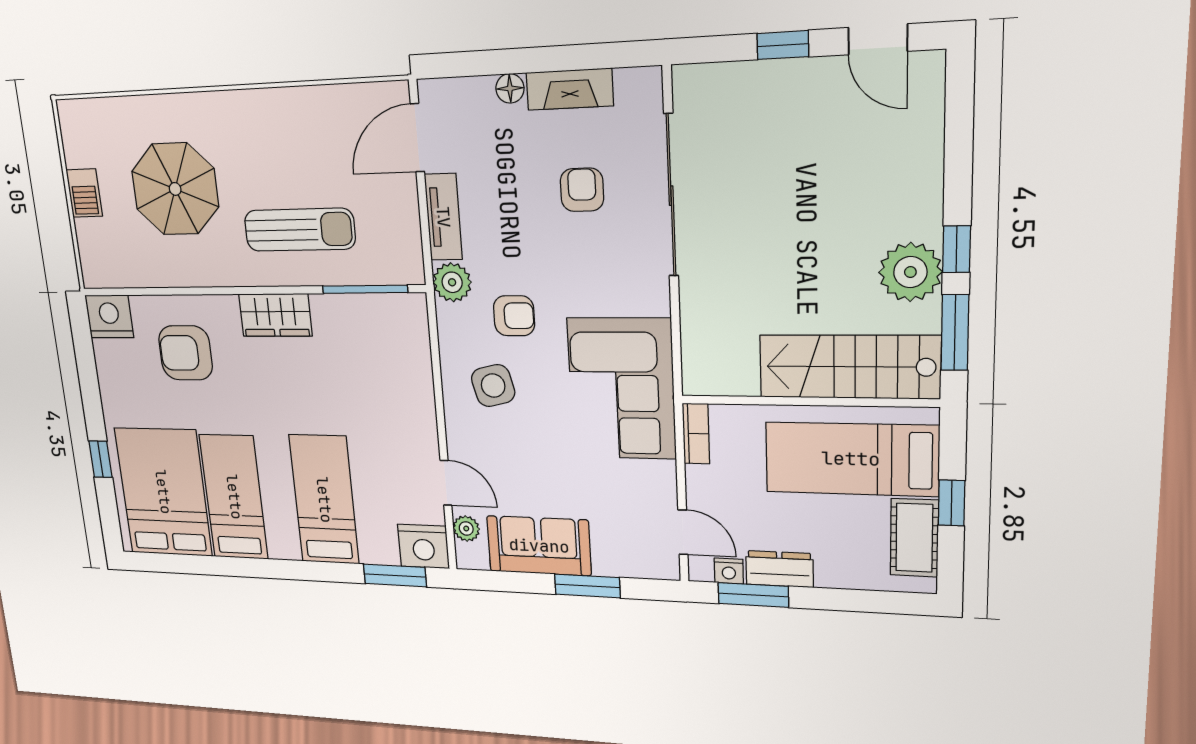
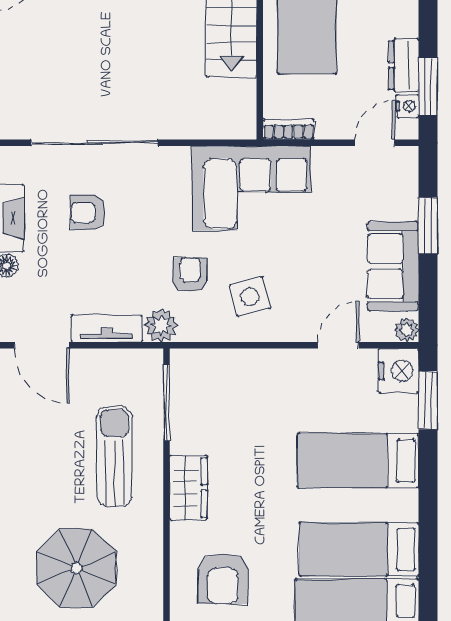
plant: (466, 529) -> (407, 330), moved

